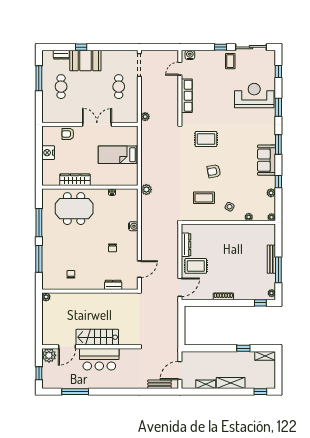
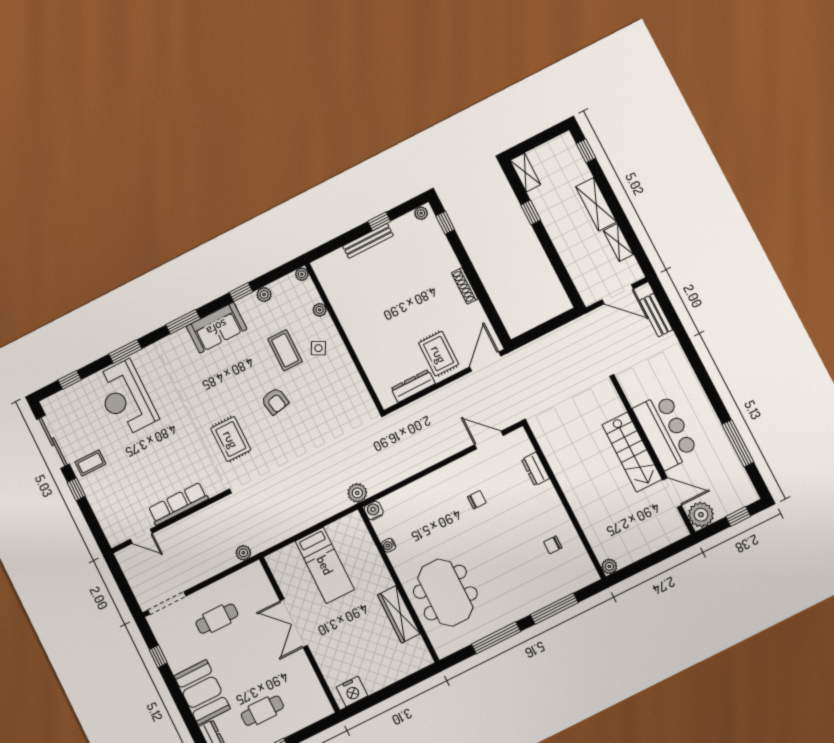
window: (81, 47) -> (158, 656), moved
water cooler: (190, 55) -> (112, 531), removed
armchair: (68, 134) -> (332, 662), removed
nightstand: (48, 153) -> (352, 692), moved
coffee table: (204, 198) -> (285, 350), moved
water cooler: (133, 226) -> (374, 511), moved
window: (278, 270) -> (379, 221), width x0.46
door: (180, 287) -> (485, 362), hinge flipped

